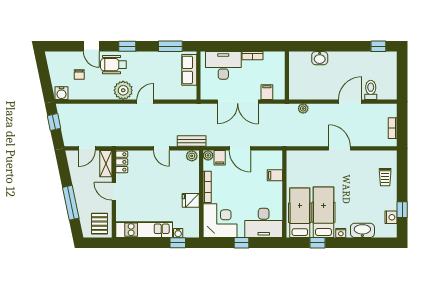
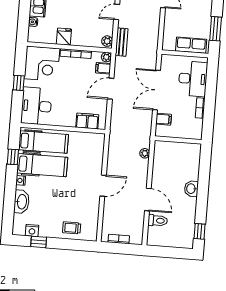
washbasin: (320, 58) -> (191, 189), moved
filing cabinet: (275, 175) -> (87, 121), width x2.00
window: (178, 243) -> (24, 21), removed

